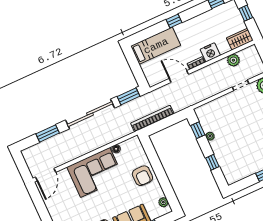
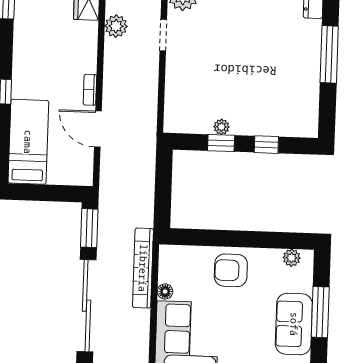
nightstand: (210, 52) -> (84, 58), removed
door: (179, 76) -> (98, 129), hinge flipped
bookcase: (152, 118) -> (143, 268), moved
window: (198, 130) -> (221, 143), moved
armchair: (142, 176) -> (231, 270), turned 180

